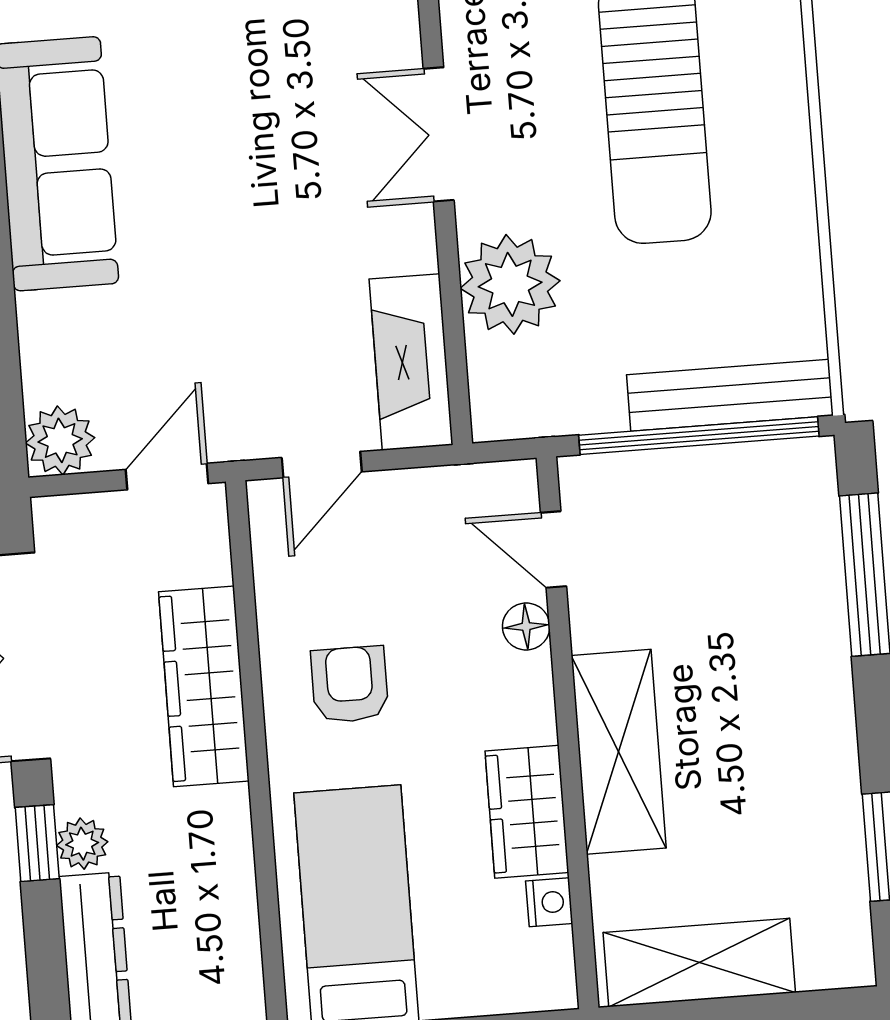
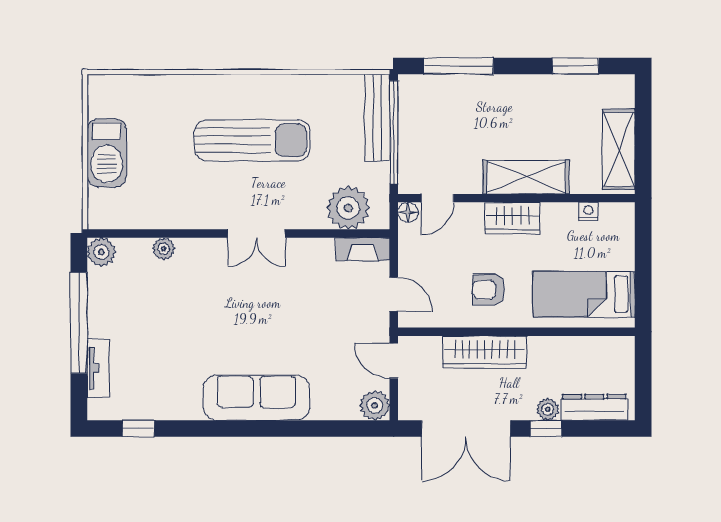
plant: (510, 284) -> (348, 208), moved
fireplace: (411, 362) -> (363, 249), width x0.73, depth x0.76
floor lamp: (526, 626) -> (408, 212), moved
wardrobe: (527, 812) -> (512, 218), moved

